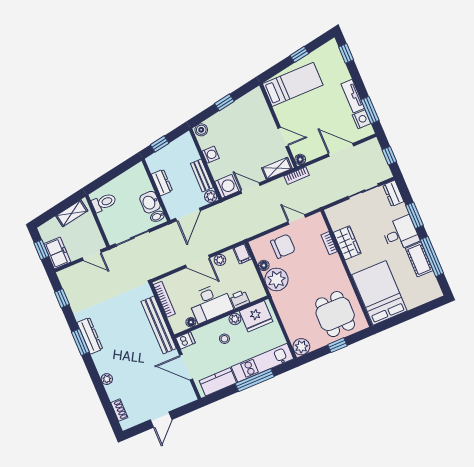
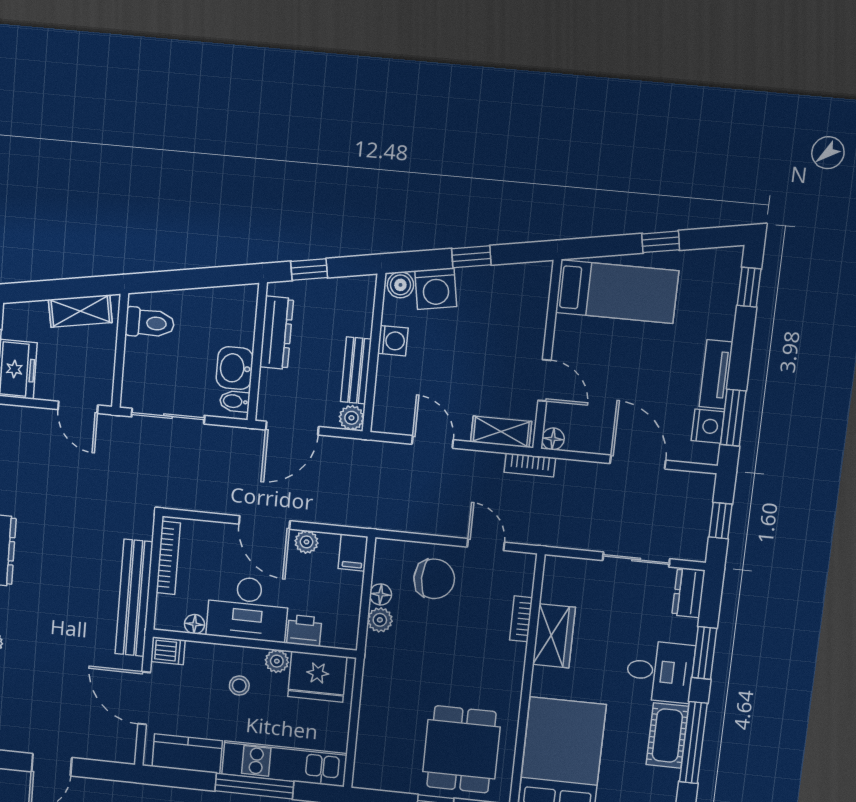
dresser: (162, 183) -> (276, 333), width x1.44
washing machine: (227, 186) -> (436, 289), moved, turned 80
plant: (276, 279) -> (380, 620), width x0.53, depth x0.53
plant: (301, 347) -> (369, 773), removed

